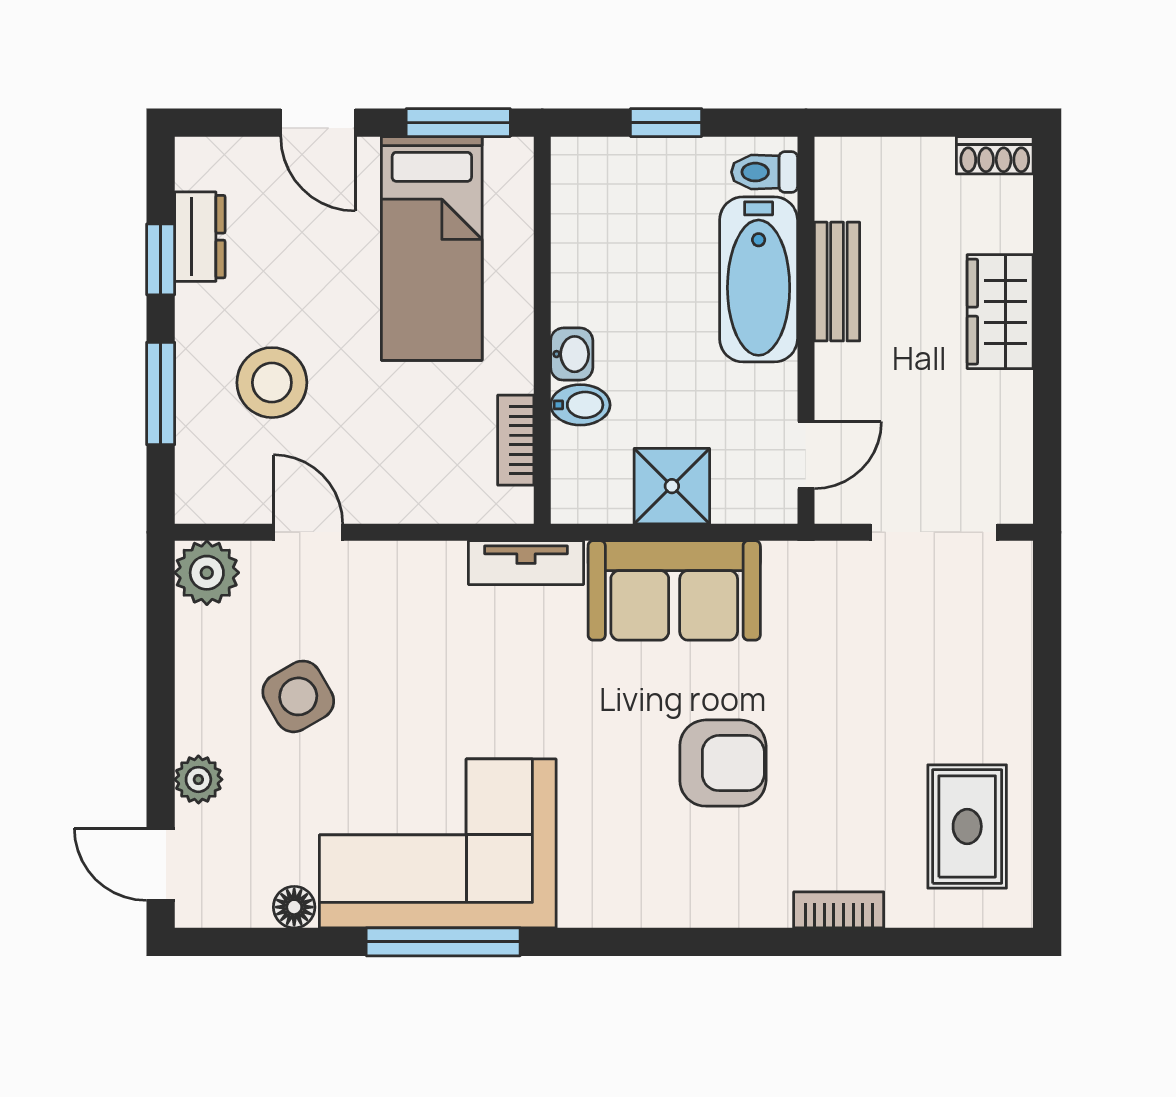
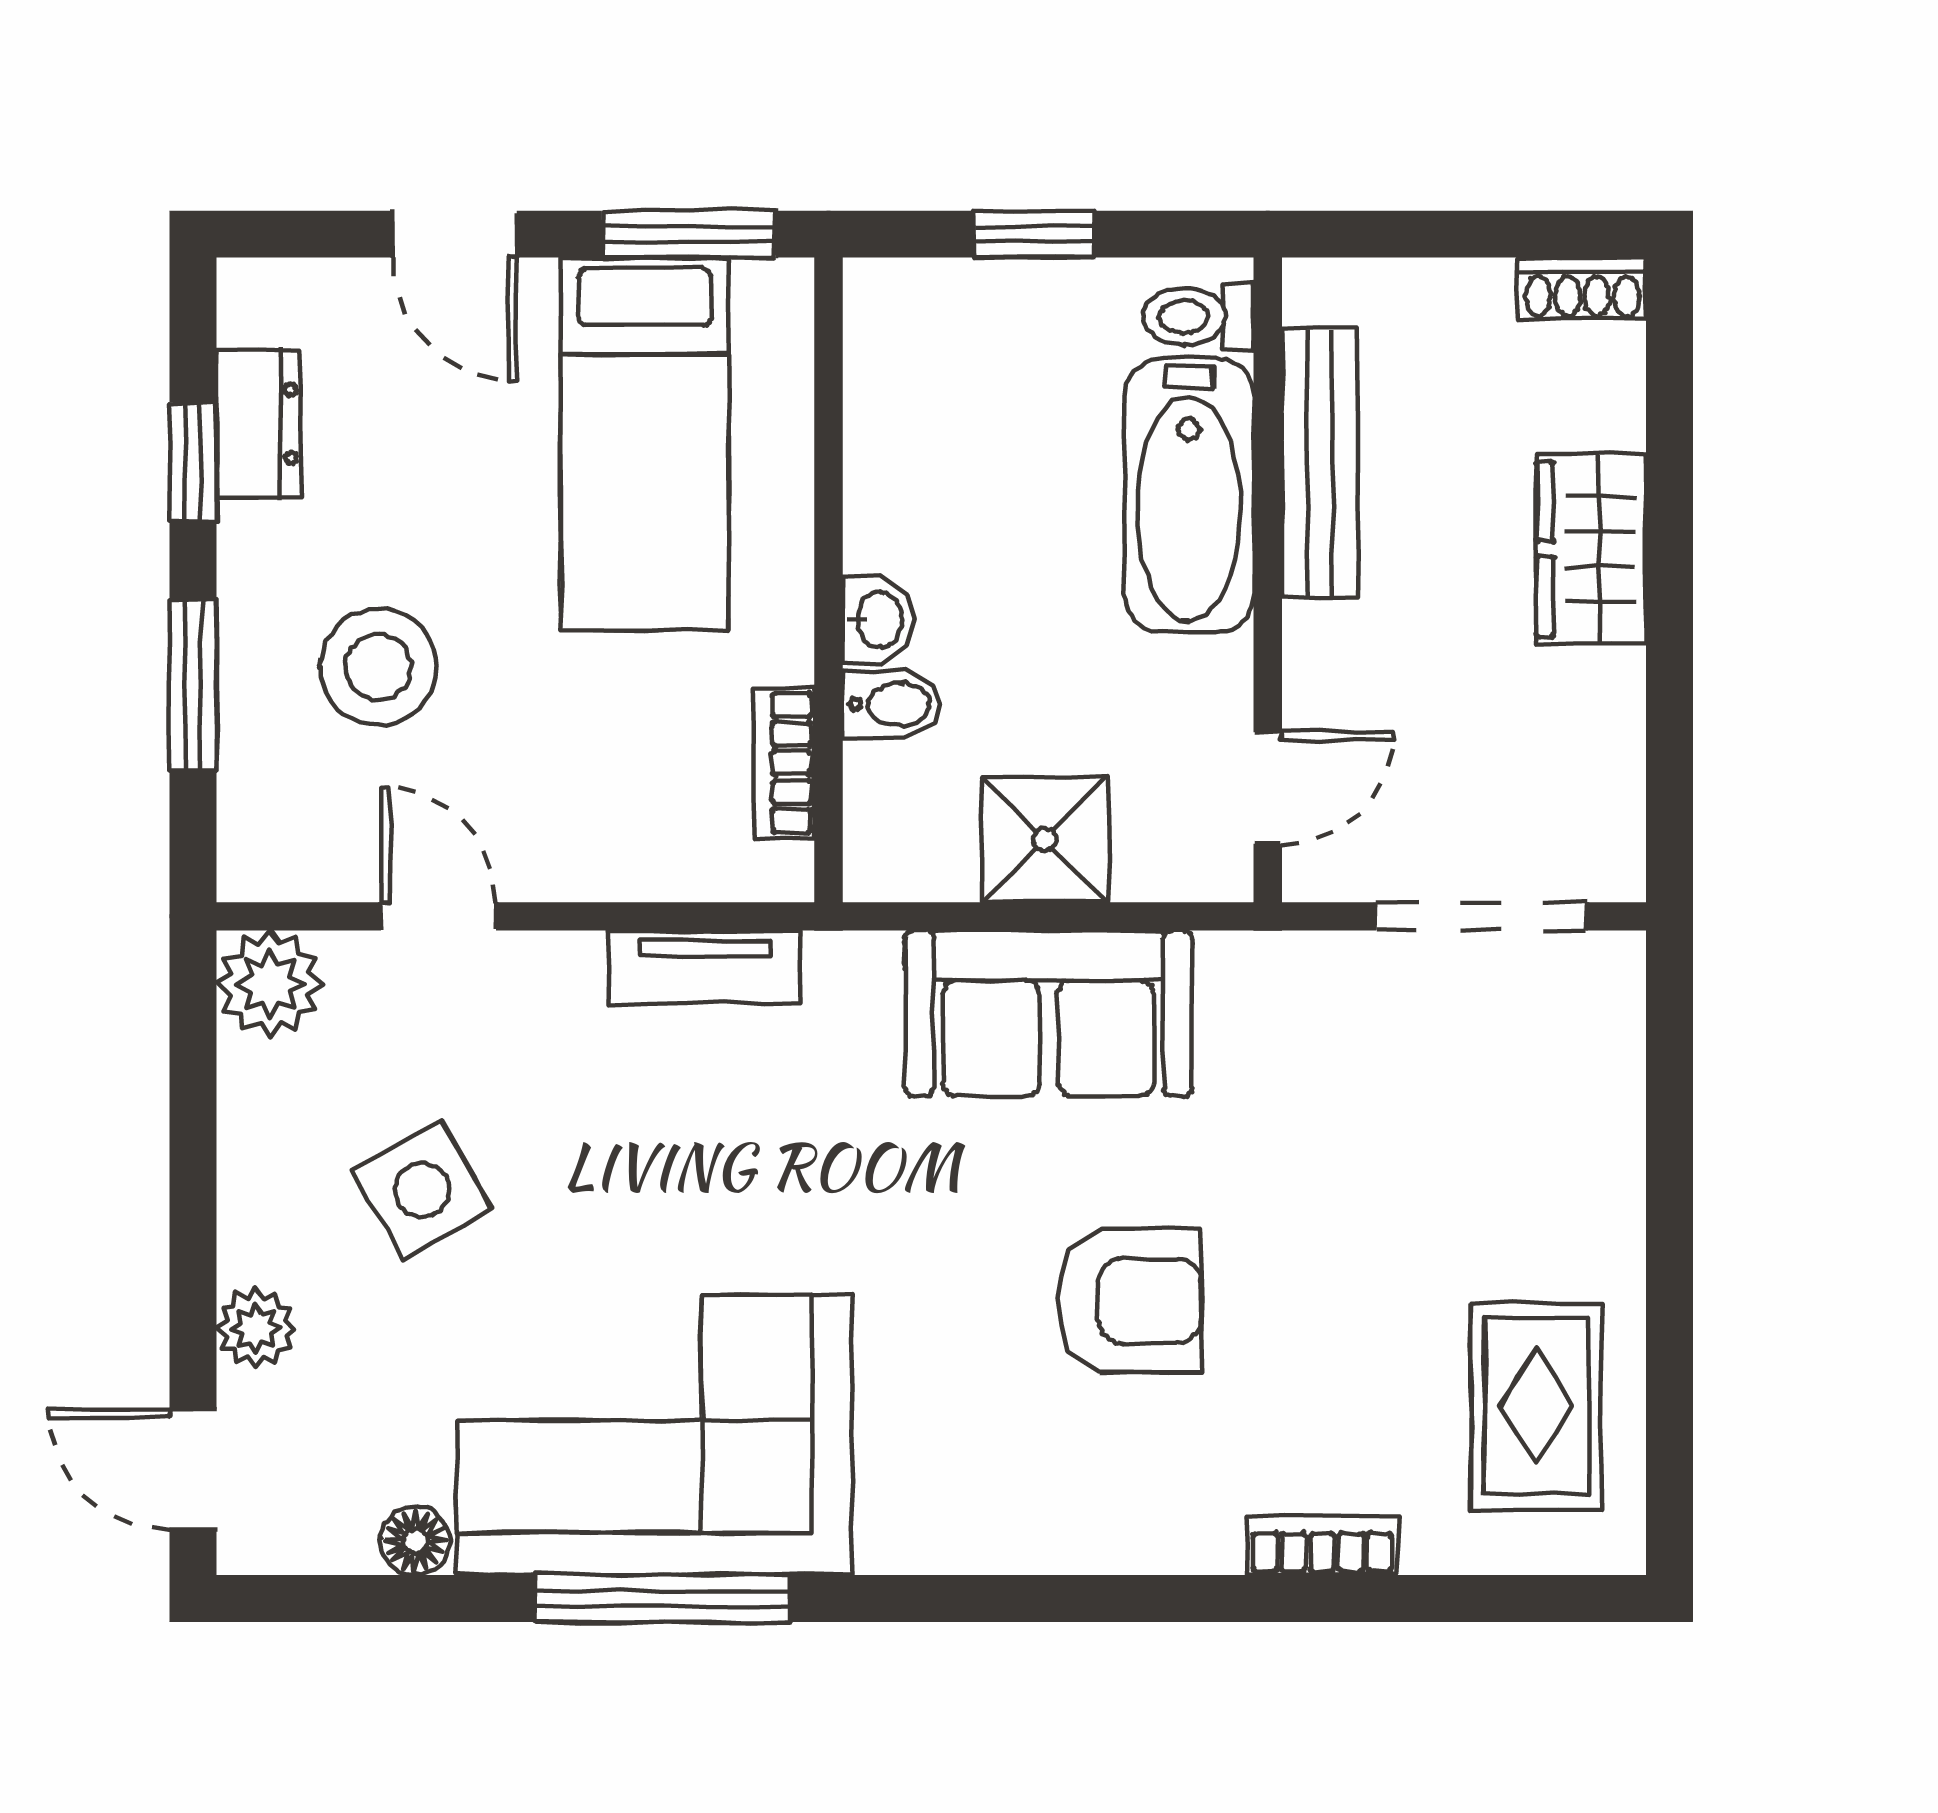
bench: (837, 282) -> (1320, 463), width x1.36
tv unit: (526, 563) -> (705, 967), moved

